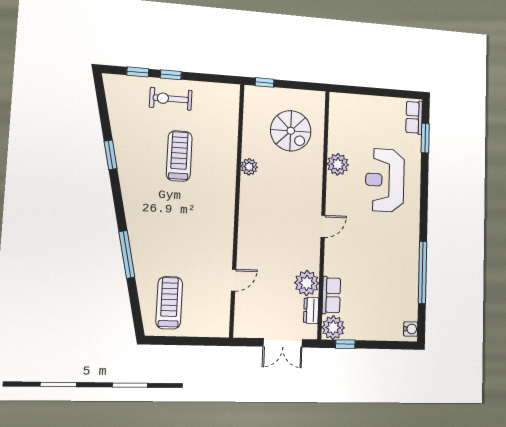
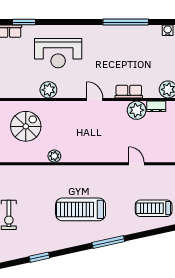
window: (111, 155) -> (39, 257), moved
treadmill: (179, 156) -> (81, 209), moved, width x1.37, depth x1.38
window: (127, 254) -> (108, 242), moved
row of seats: (331, 295) -> (129, 92), moved

